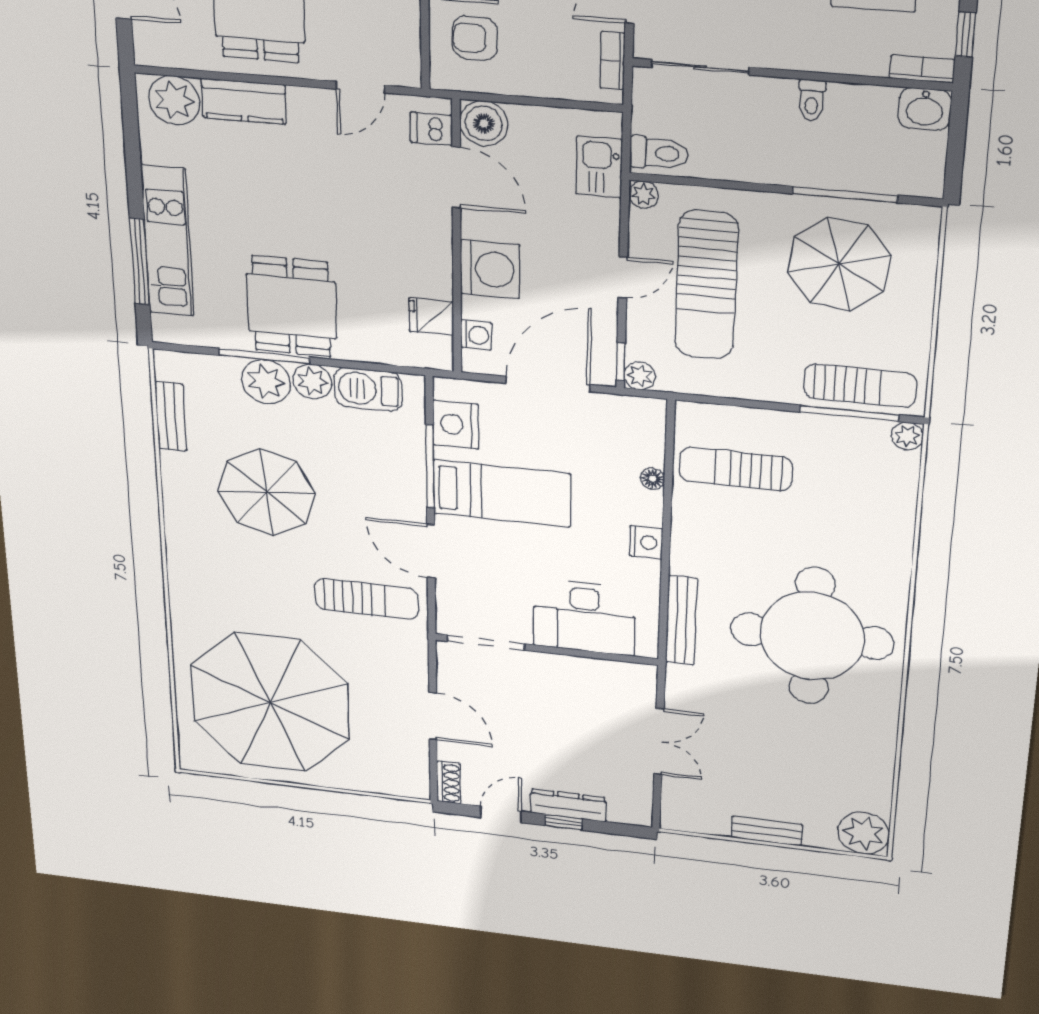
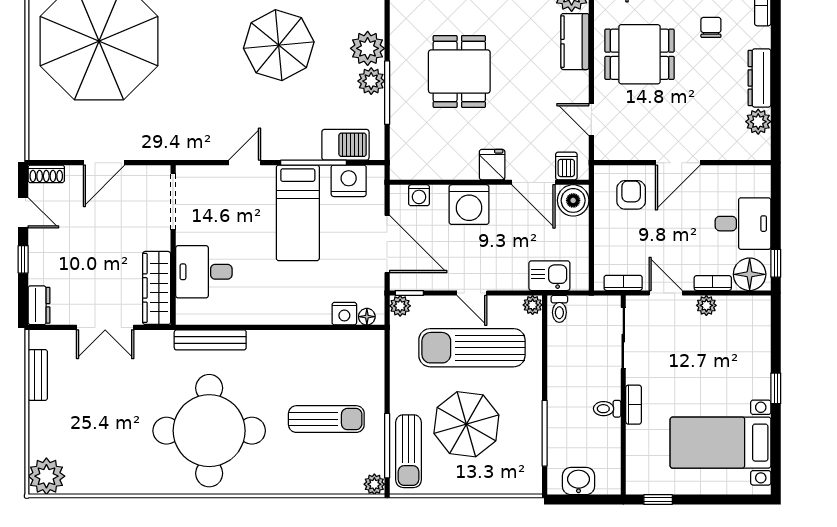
bookcase: (922, 69) -> (634, 405), moved
washbasin: (925, 109) -> (579, 481), moved, turned 90
toilet: (659, 153) -> (559, 309), width x0.73, depth x0.72
door: (456, 177) -> (533, 182), hinge flipped
parasol: (839, 264) -> (466, 424), moved
dining table: (291, 306) -> (459, 71), moved, turned 90
fridge: (431, 317) -> (492, 165), moved
window: (264, 356) -> (387, 93), moved
barbecue: (368, 389) -> (345, 145), moved, turned 90
sun lounger: (736, 469) -> (326, 419), moved, turned 90
floor lamp: (653, 479) -> (367, 317), moved
nightstand: (646, 542) -> (344, 314), moved
door: (431, 551) -> (245, 163), width x0.73
sun lounger: (366, 599) -> (199, 115), removed
desk: (584, 617) -> (204, 272), width x0.73
wardrobe: (606, 676) -> (157, 288), added
dresser: (568, 805) -> (39, 305), moved, width x0.70
bench: (767, 831) -> (38, 375), moved

